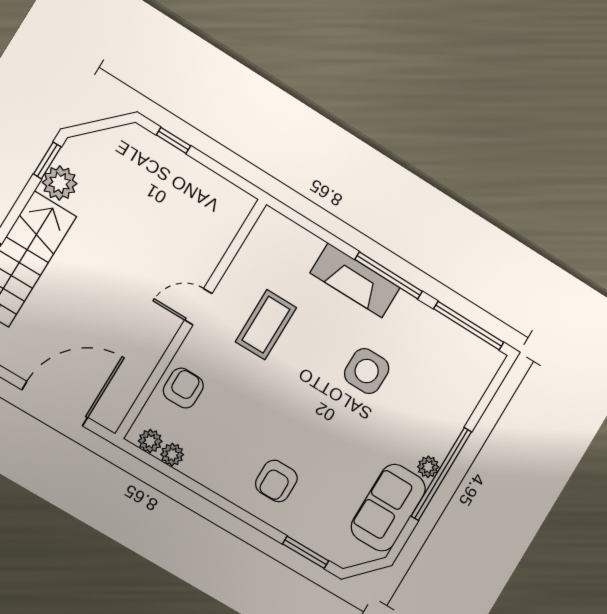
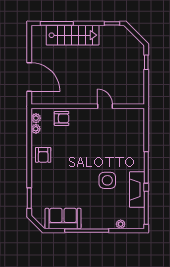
plant: (60, 183) -> (107, 32), removed
fireplace: (355, 280) -> (137, 190), moved
door: (198, 307) -> (105, 106), moved
coffee table: (266, 325) -> (102, 134), removed
plant: (428, 467) -> (121, 224), moved
armchair: (276, 481) -> (43, 155), moved, turned -90

